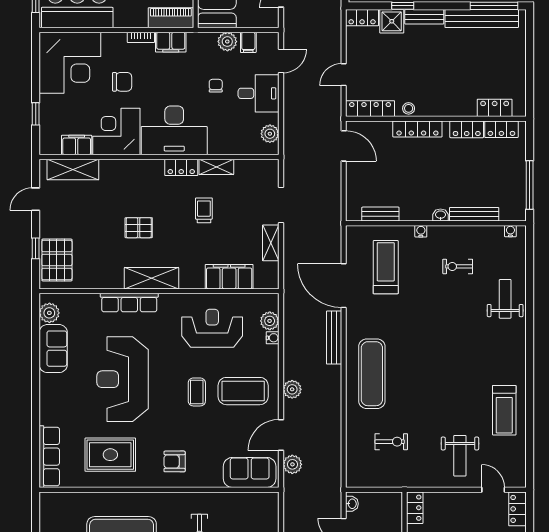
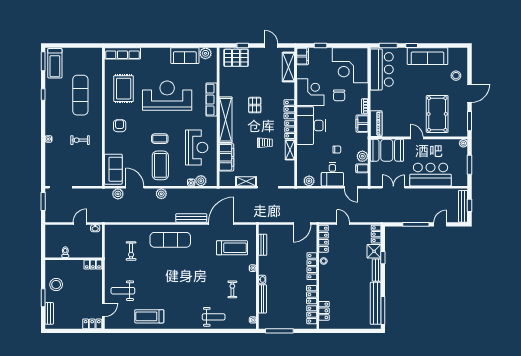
filing cabinet: (77, 145) -> (303, 56), moved
locker: (146, 168) -> (289, 109), added
shelving: (151, 278) -> (226, 120), width x1.47

